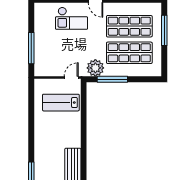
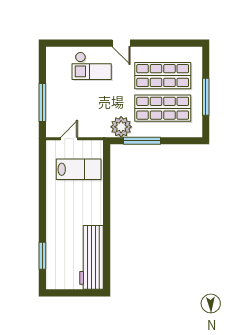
window: (164, 30) -> (206, 97), moved
door: (71, 78) -> (69, 139), moved
lab bench: (61, 103) -> (79, 169), turned 180

